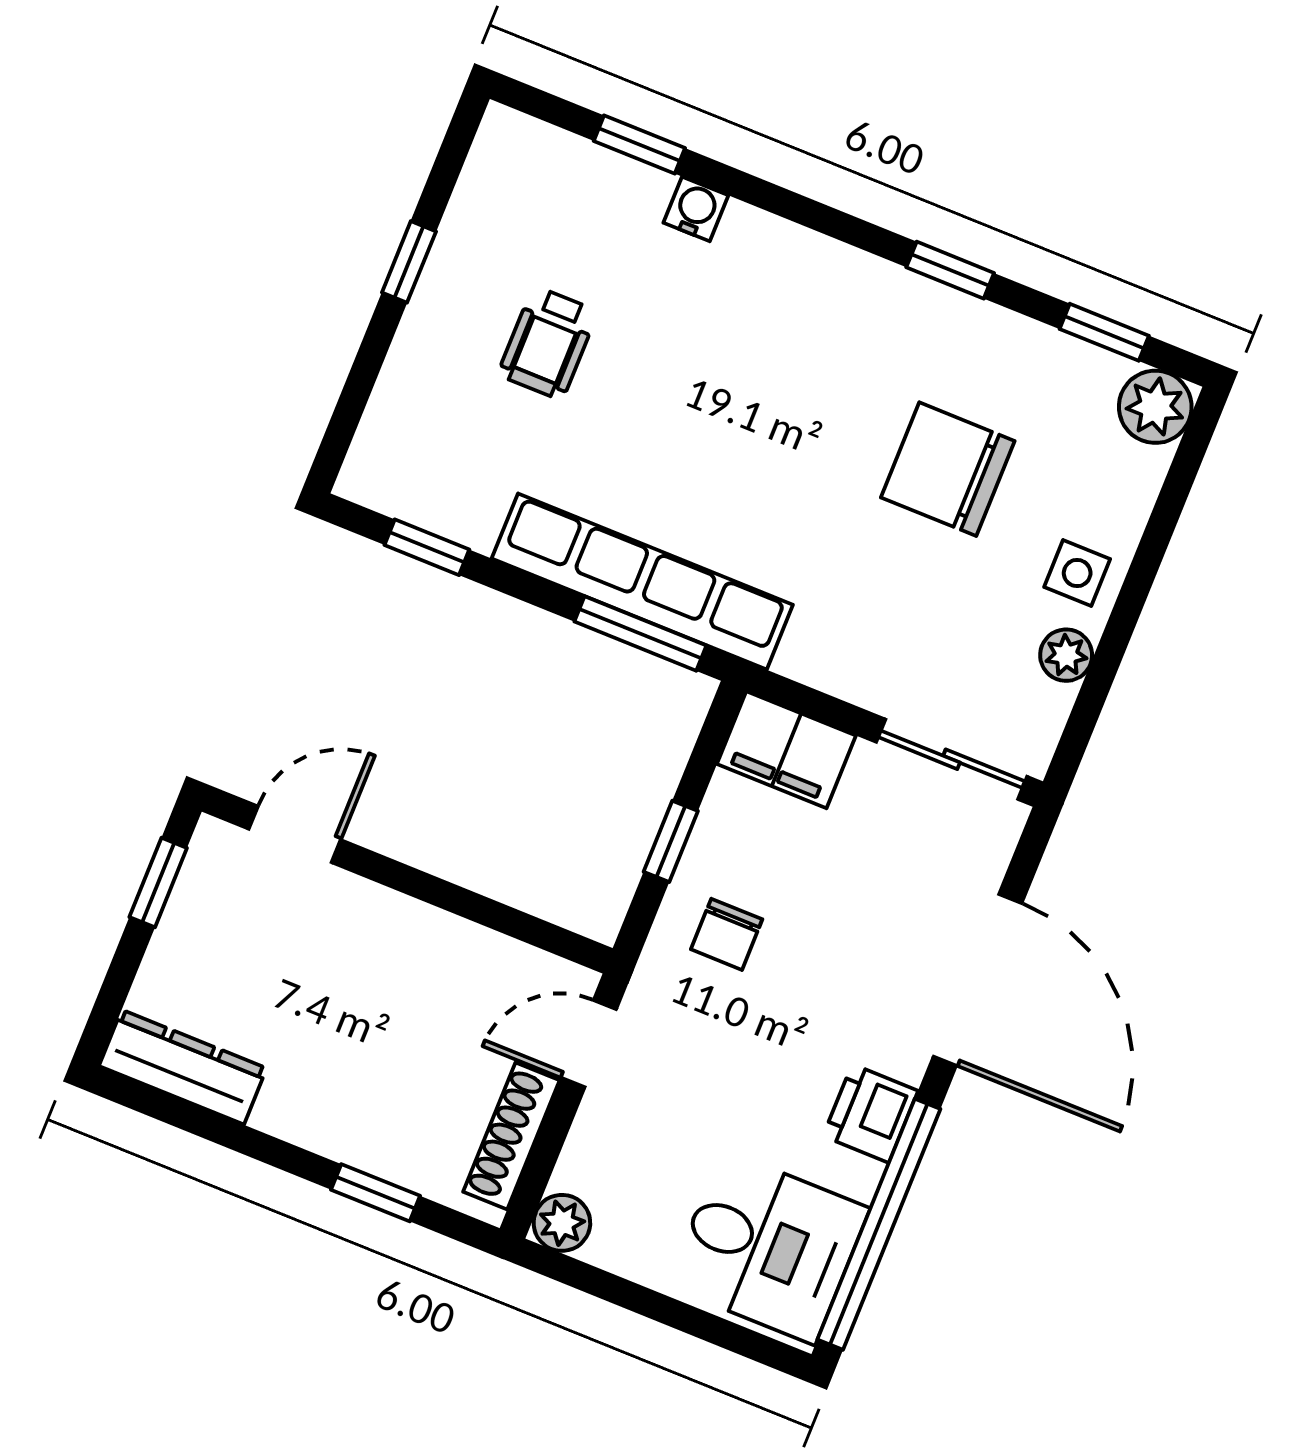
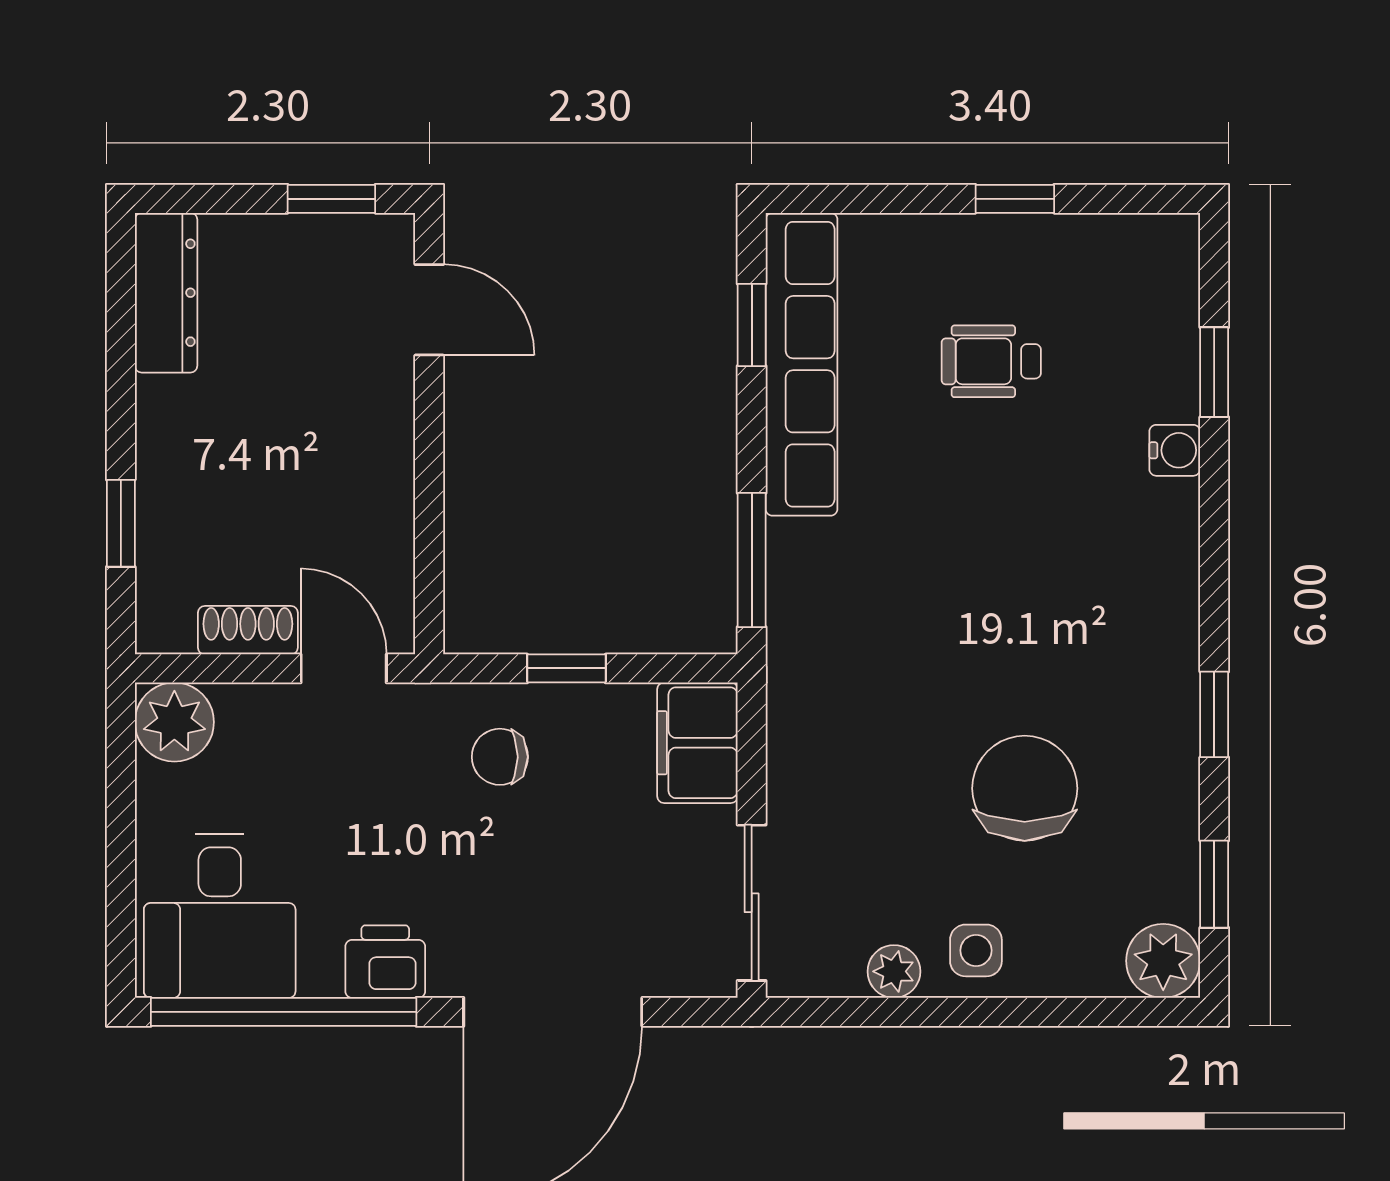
row of seats: (642, 582) -> (802, 364), moved
shoe rack: (511, 1136) -> (248, 630), width x0.70
plant: (562, 1223) -> (174, 722), width x1.38, depth x1.38

